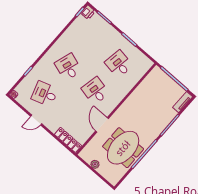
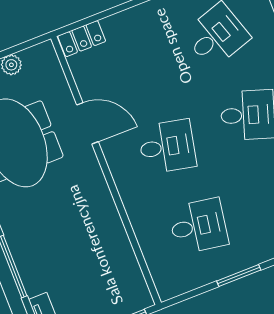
locker: (68, 140) -> (82, 39), width x0.66

